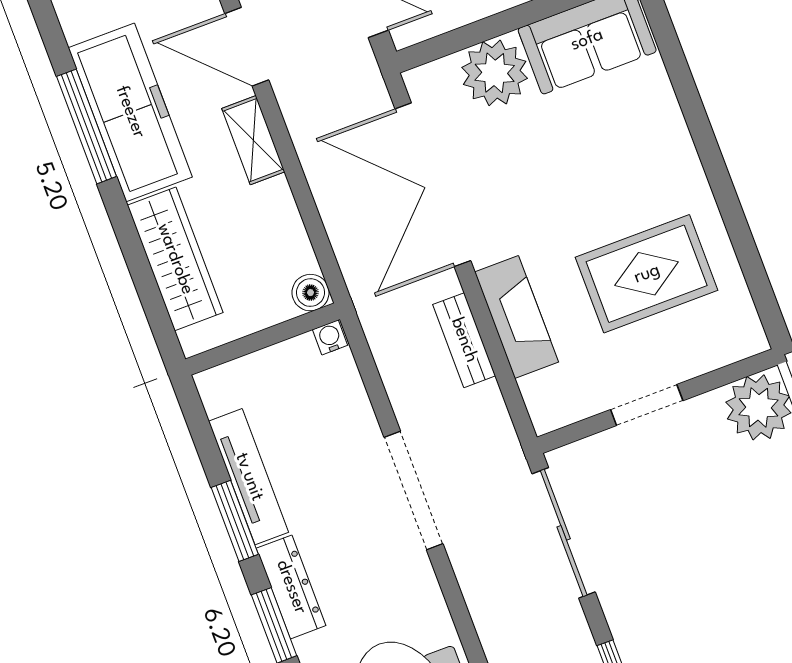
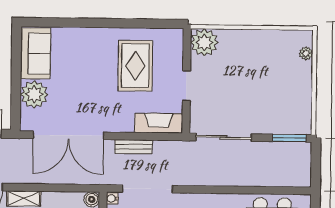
fireplace: (517, 317) -> (159, 123), moved
doorway: (414, 490) -> (147, 189), moved

